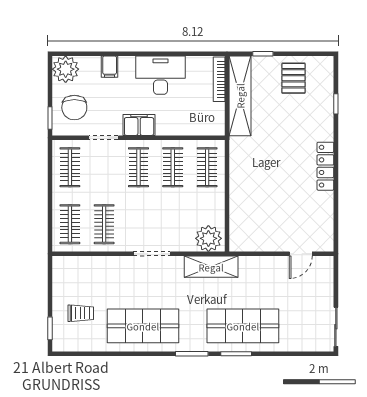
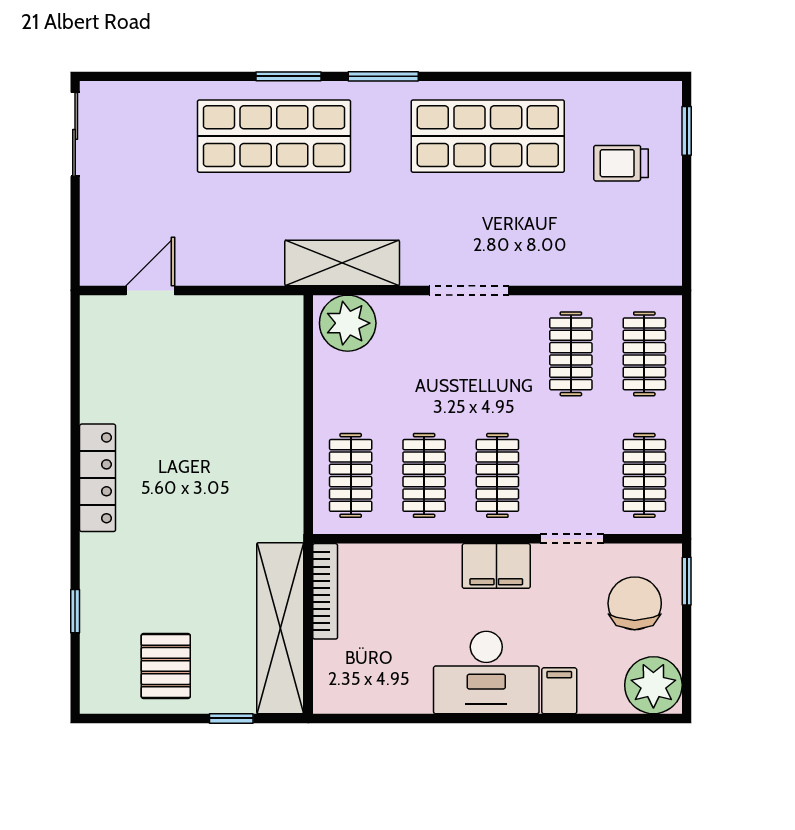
desk: (161, 75) -> (486, 673), moved
bookcase: (219, 79) -> (325, 591), moved

